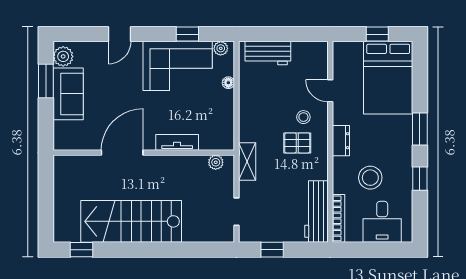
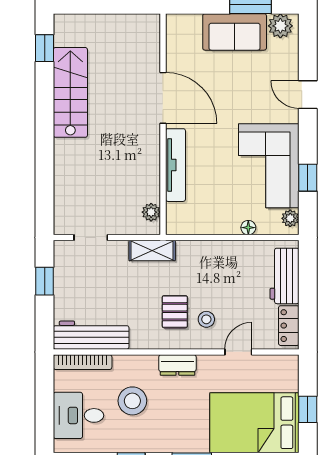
locker: (309, 50) -> (289, 326), added
tv unit: (177, 142) -> (175, 165), width x1.41
stairs: (131, 221) -> (70, 92), width x0.73, depth x0.66

